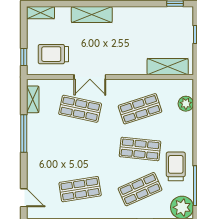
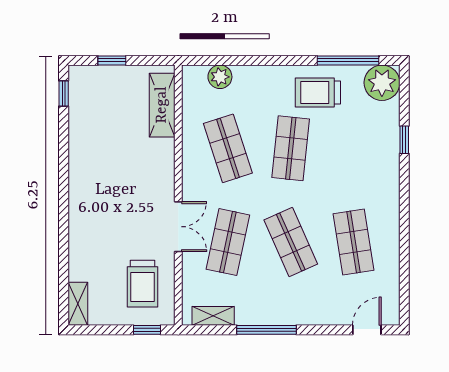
shelving: (92, 15) -> (81, 224), removed
shop shelf: (140, 189) -> (291, 242), moved

